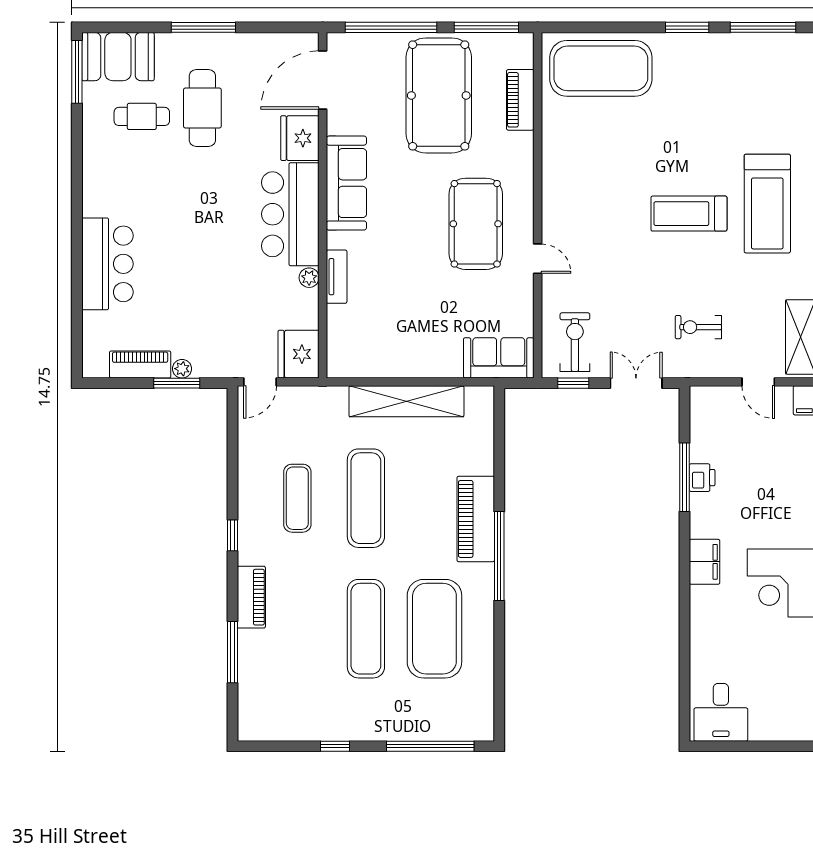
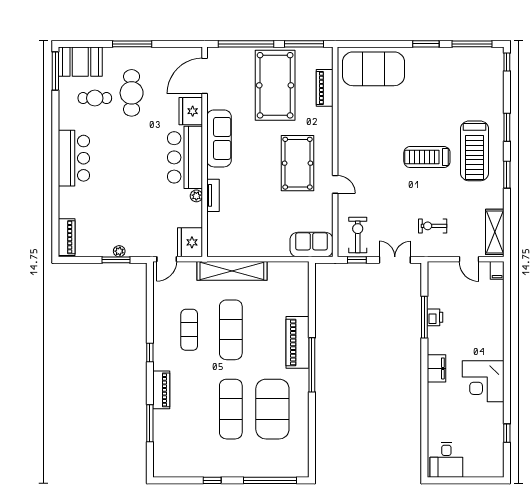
bar counter: (107, 264) -> (74, 158), moved
piano: (140, 365) -> (67, 237), moved, turned 90
shelving: (406, 401) -> (232, 271), moved

